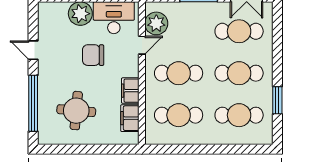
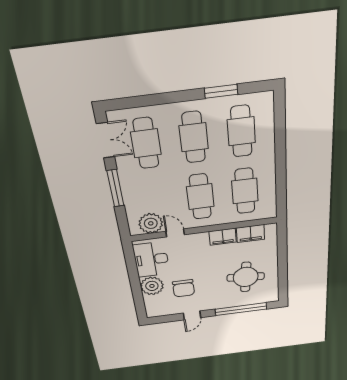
chair: (93, 55) -> (184, 288), moved

